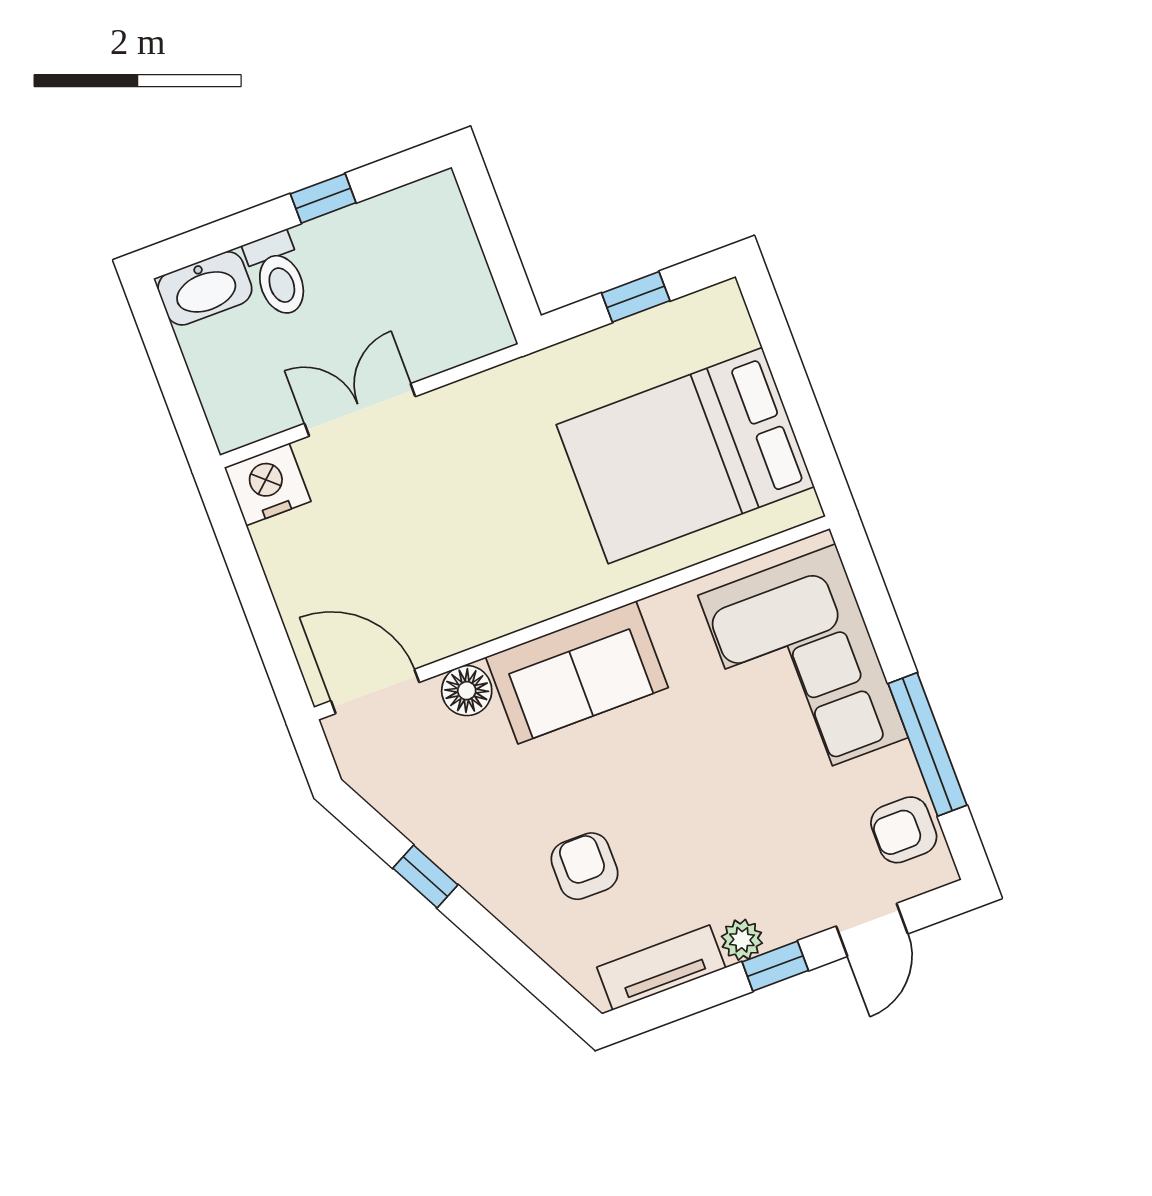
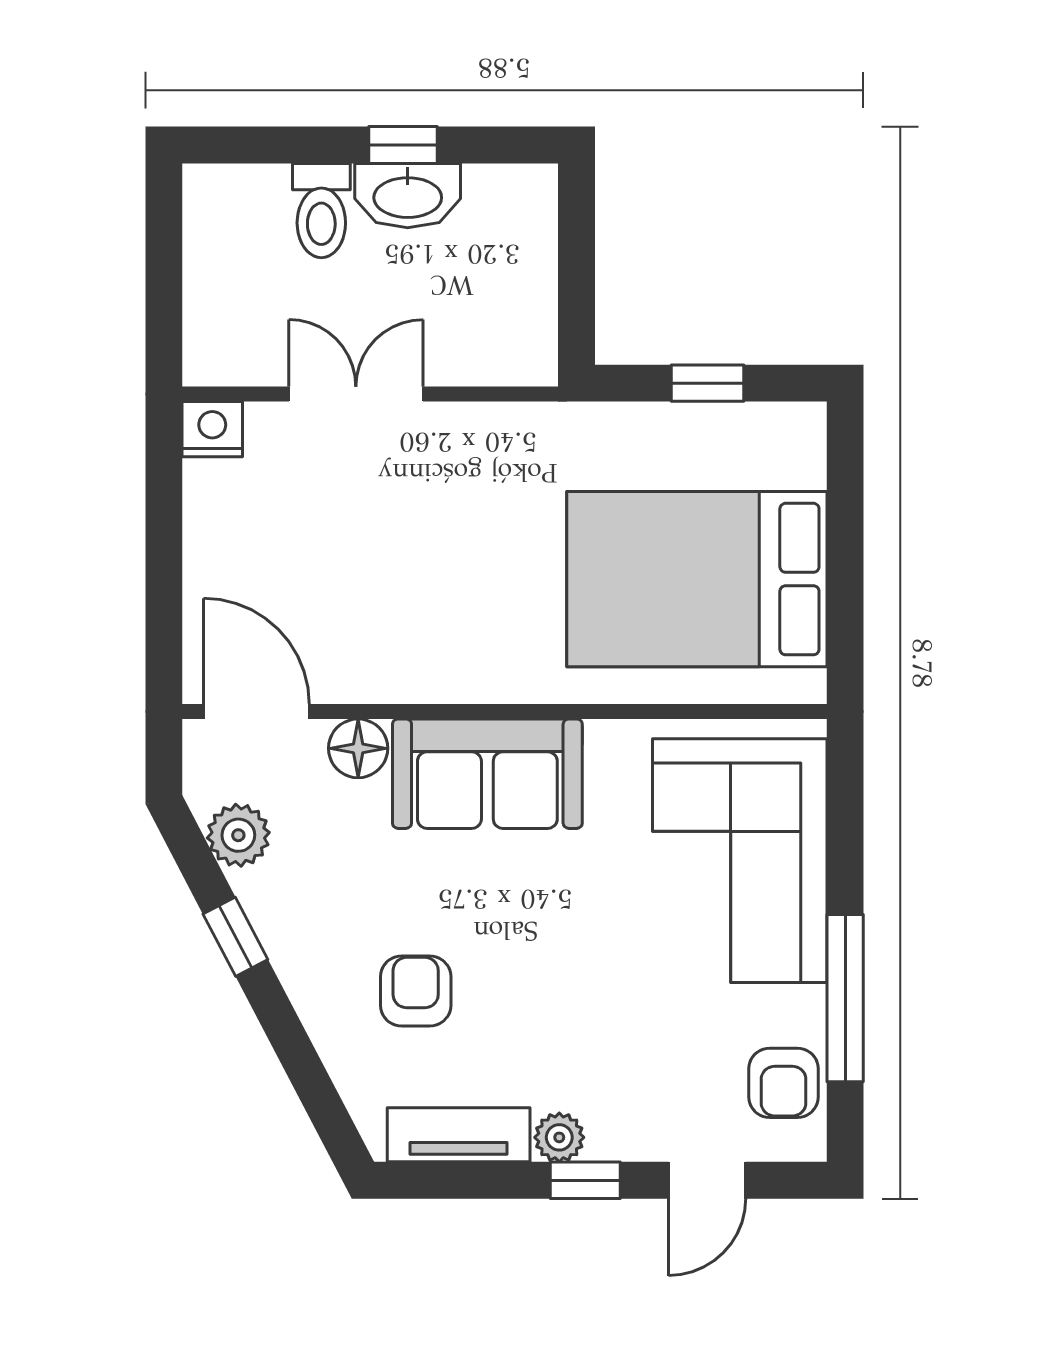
washbasin: (205, 288) -> (408, 196), moved
nightstand: (268, 484) -> (212, 429), width x0.74, depth x0.75
plant: (397, 795) -> (238, 835), added
armchair: (904, 830) -> (784, 1083), turned -90

